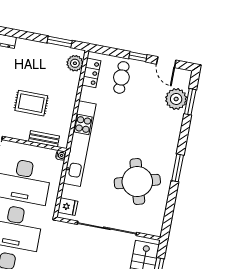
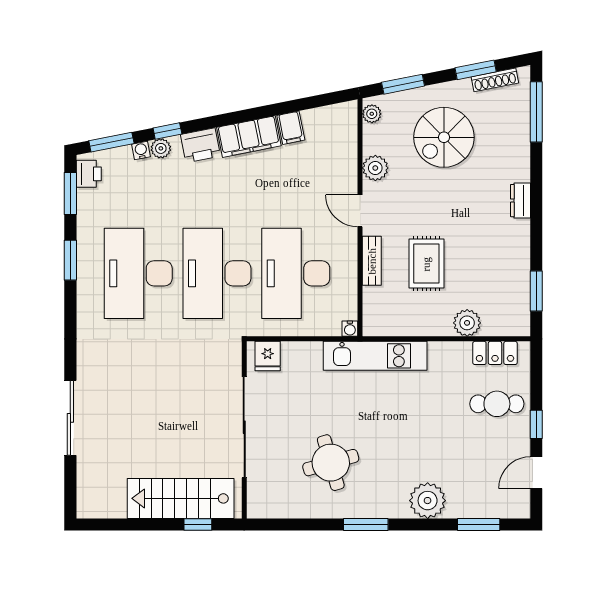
plant: (75, 63) -> (467, 323), moved
plant: (176, 99) -> (428, 501), moved
bench: (44, 139) -> (372, 261), moved
kitchen unit: (80, 144) -> (375, 356), width x0.73
round table: (137, 182) -> (331, 463), width x0.73, depth x0.73

